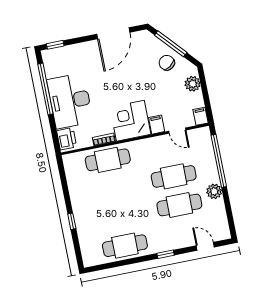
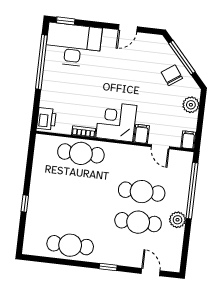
door: (113, 33) -> (128, 28), width x0.53
desk: (70, 101) -> (73, 45), moved, turned 90

